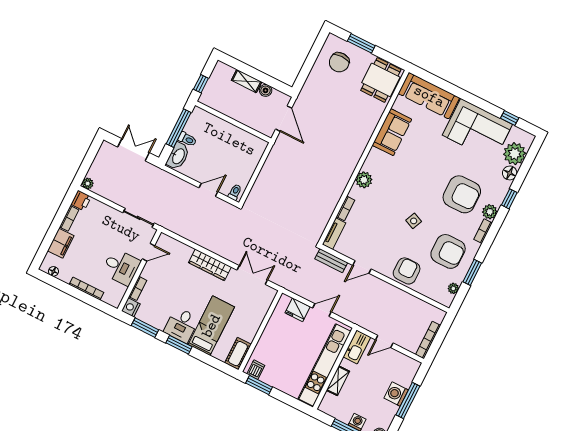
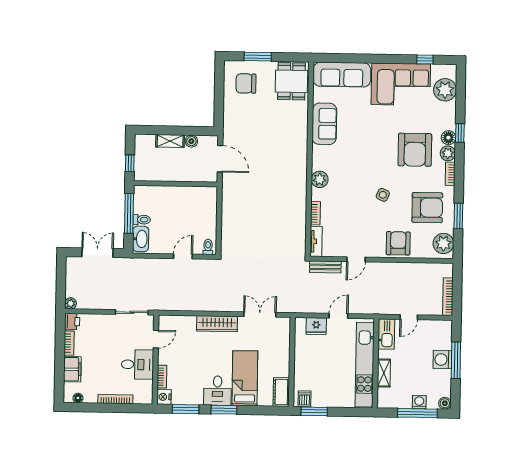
chair: (339, 62) -> (246, 83), turned 90
floor lamp: (510, 173) -> (448, 138), moved
armchair: (462, 194) -> (415, 150), turned 90
plant: (453, 288) -> (443, 243), width x1.88, depth x1.88

